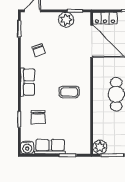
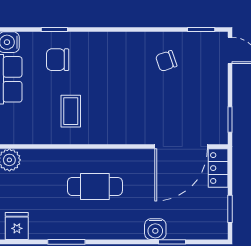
plant: (66, 20) -> (216, 105), removed
row of seats: (28, 82) -> (115, 43), removed
coffee table: (69, 92) -> (71, 111), moved

